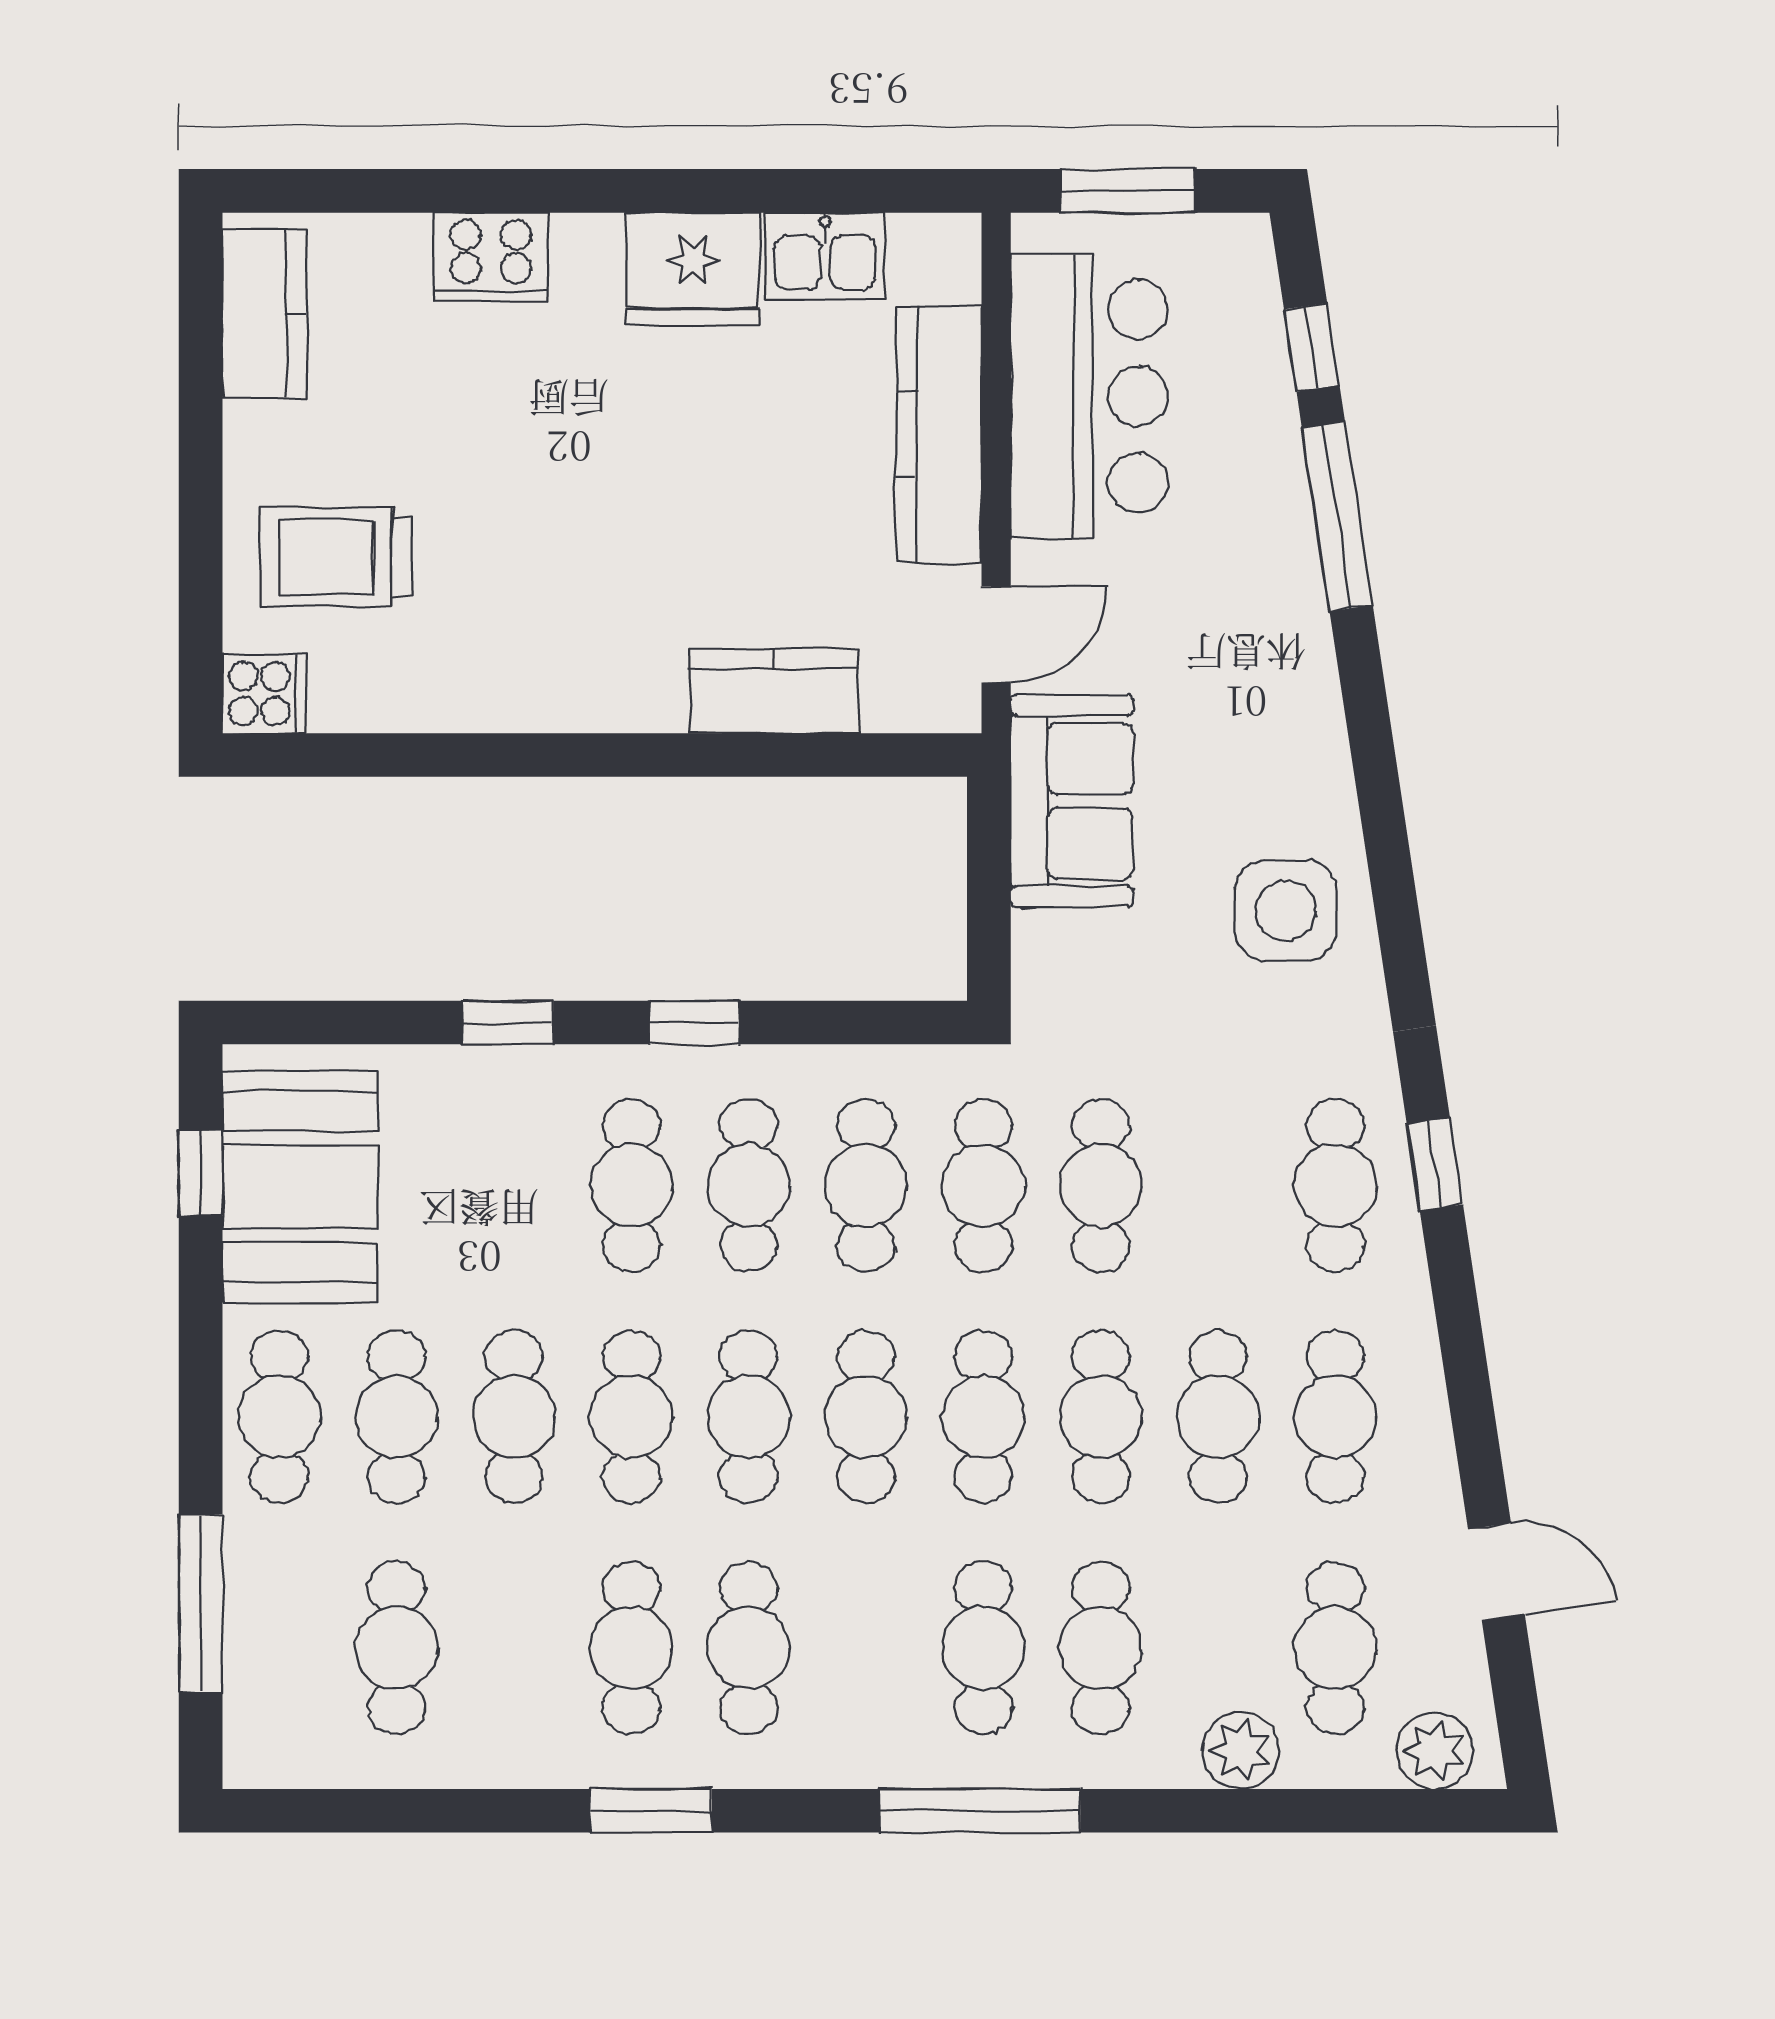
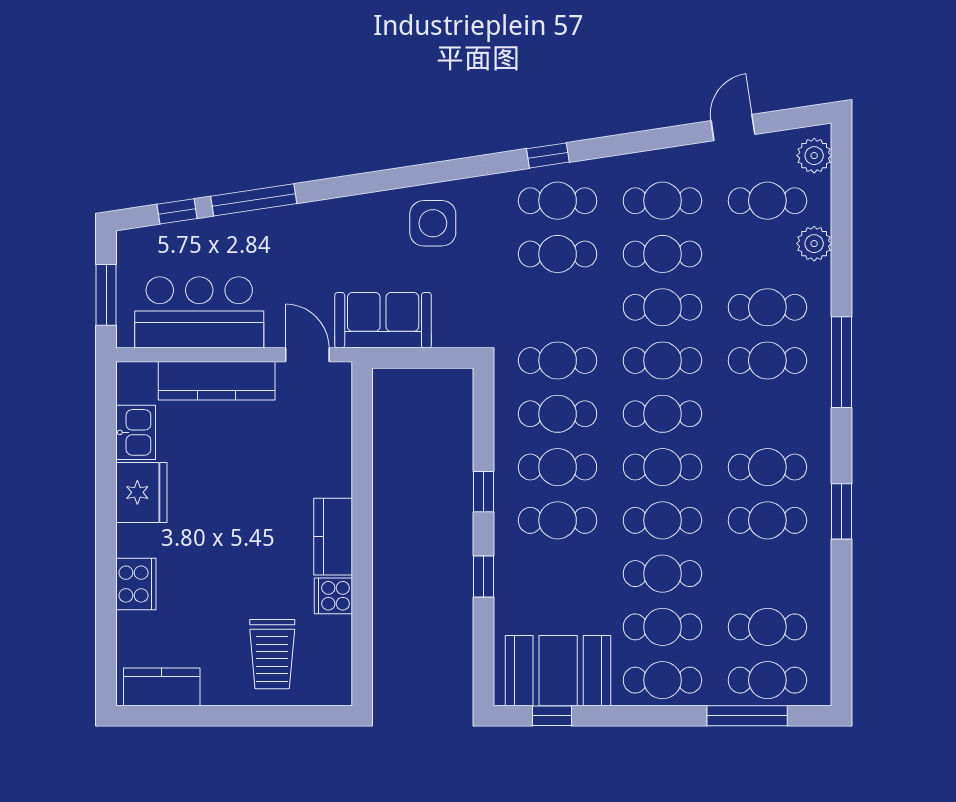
kitchen counter: (774, 691) -> (333, 537), moved
cooker: (264, 694) -> (333, 596), moved, turned -90
cafe table: (1101, 1185) -> (558, 254), moved
cafe table: (279, 1648) -> (767, 680), added

